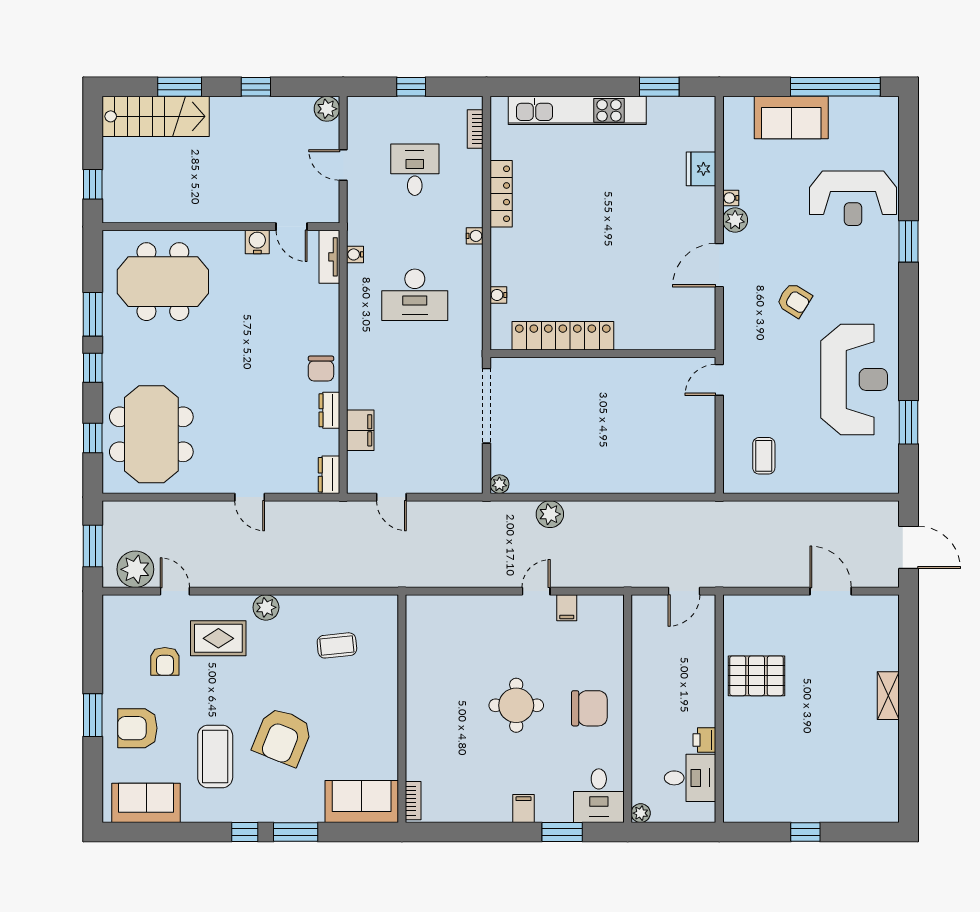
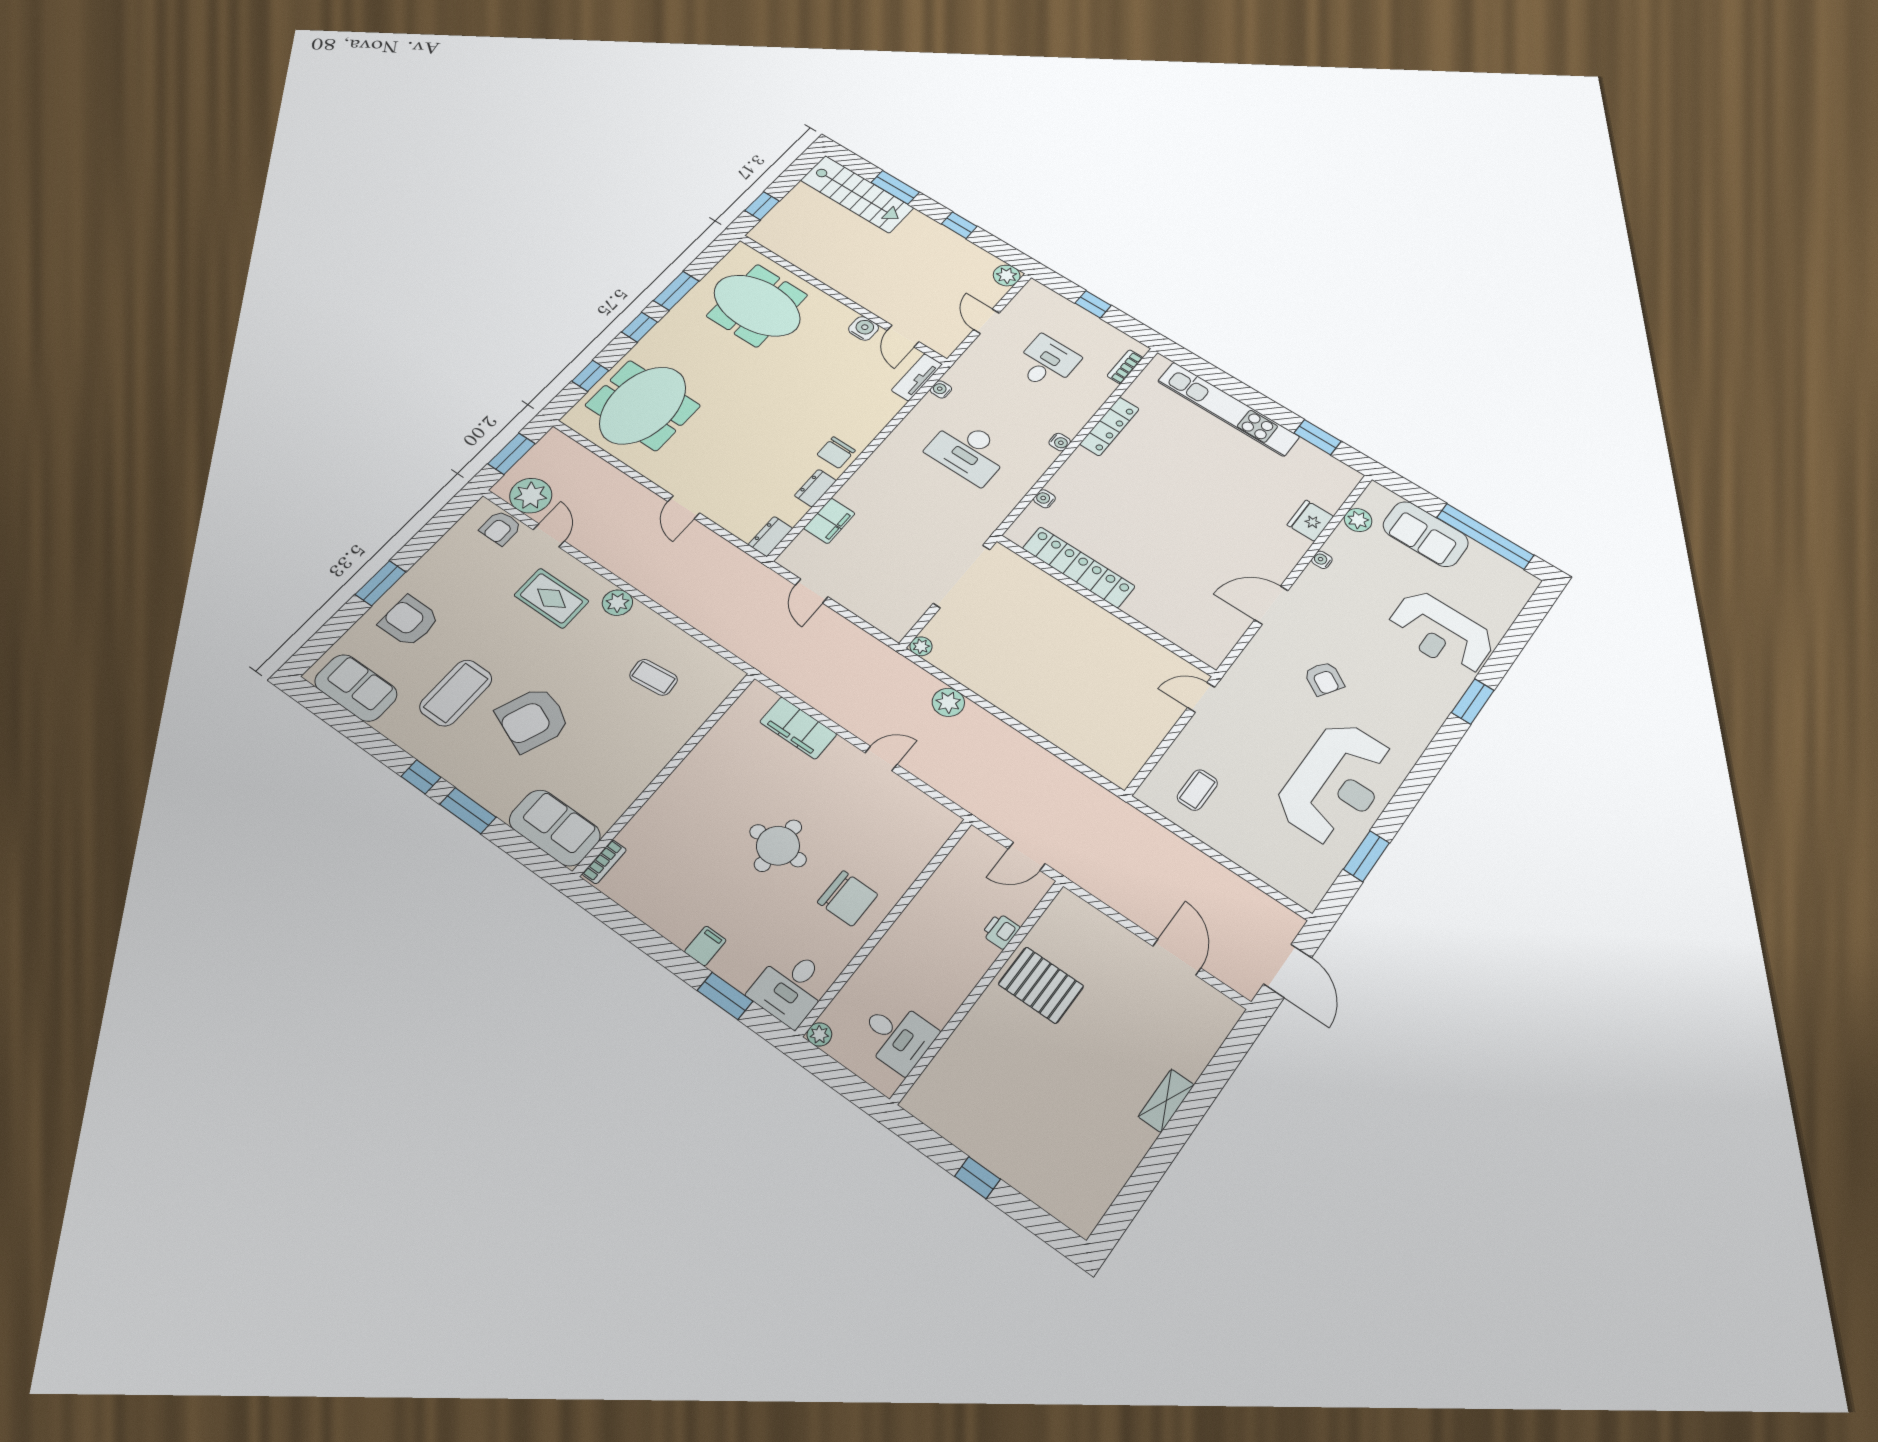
plant: (735, 220) -> (1358, 520), moved
filing cabinet: (567, 608) -> (798, 728), moved, width x3.00, depth x1.17
armchair: (165, 661) -> (501, 528), moved
printer: (704, 740) -> (1001, 931), moved

